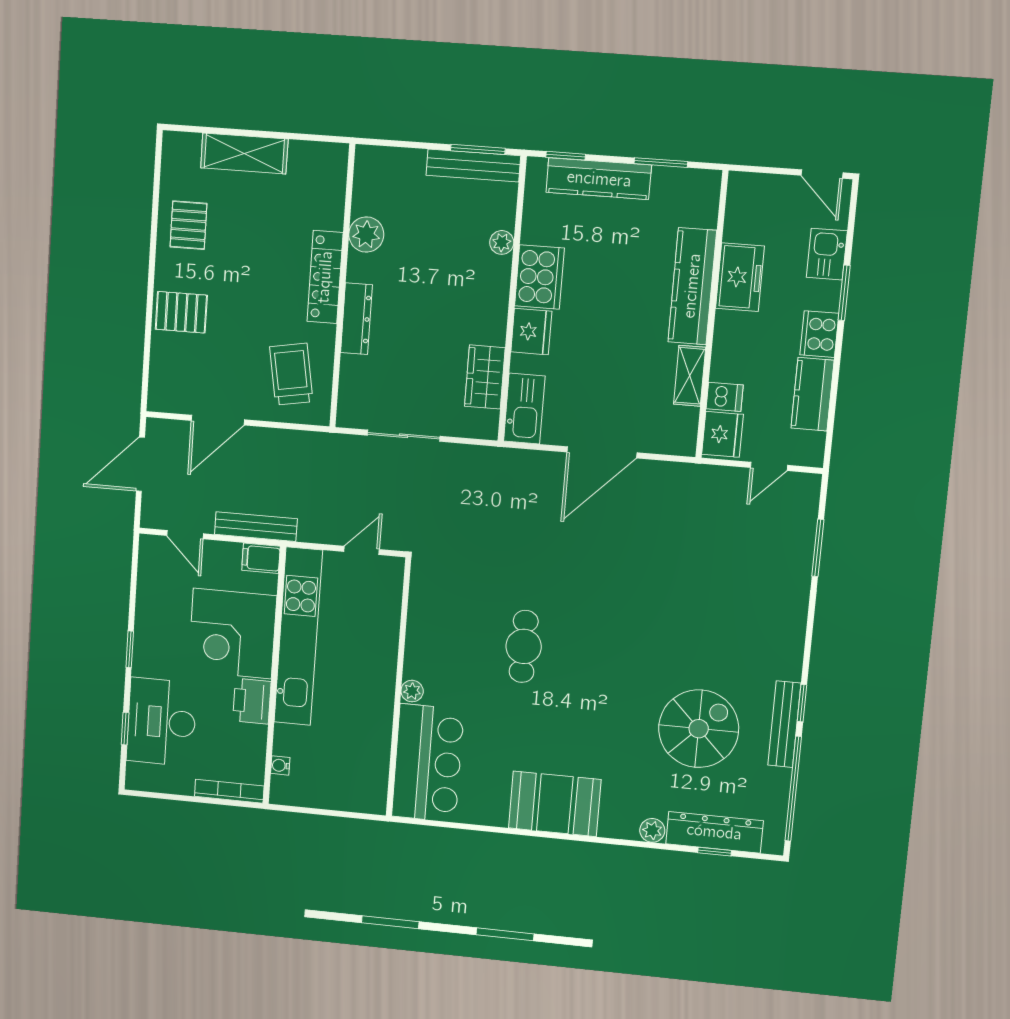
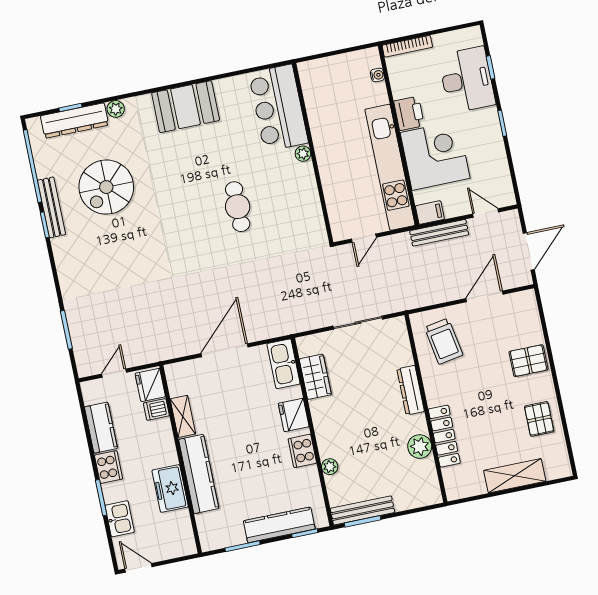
locker: (325, 277) -> (444, 436), moved
cooker: (539, 277) -> (302, 451), width x0.73, depth x0.76

